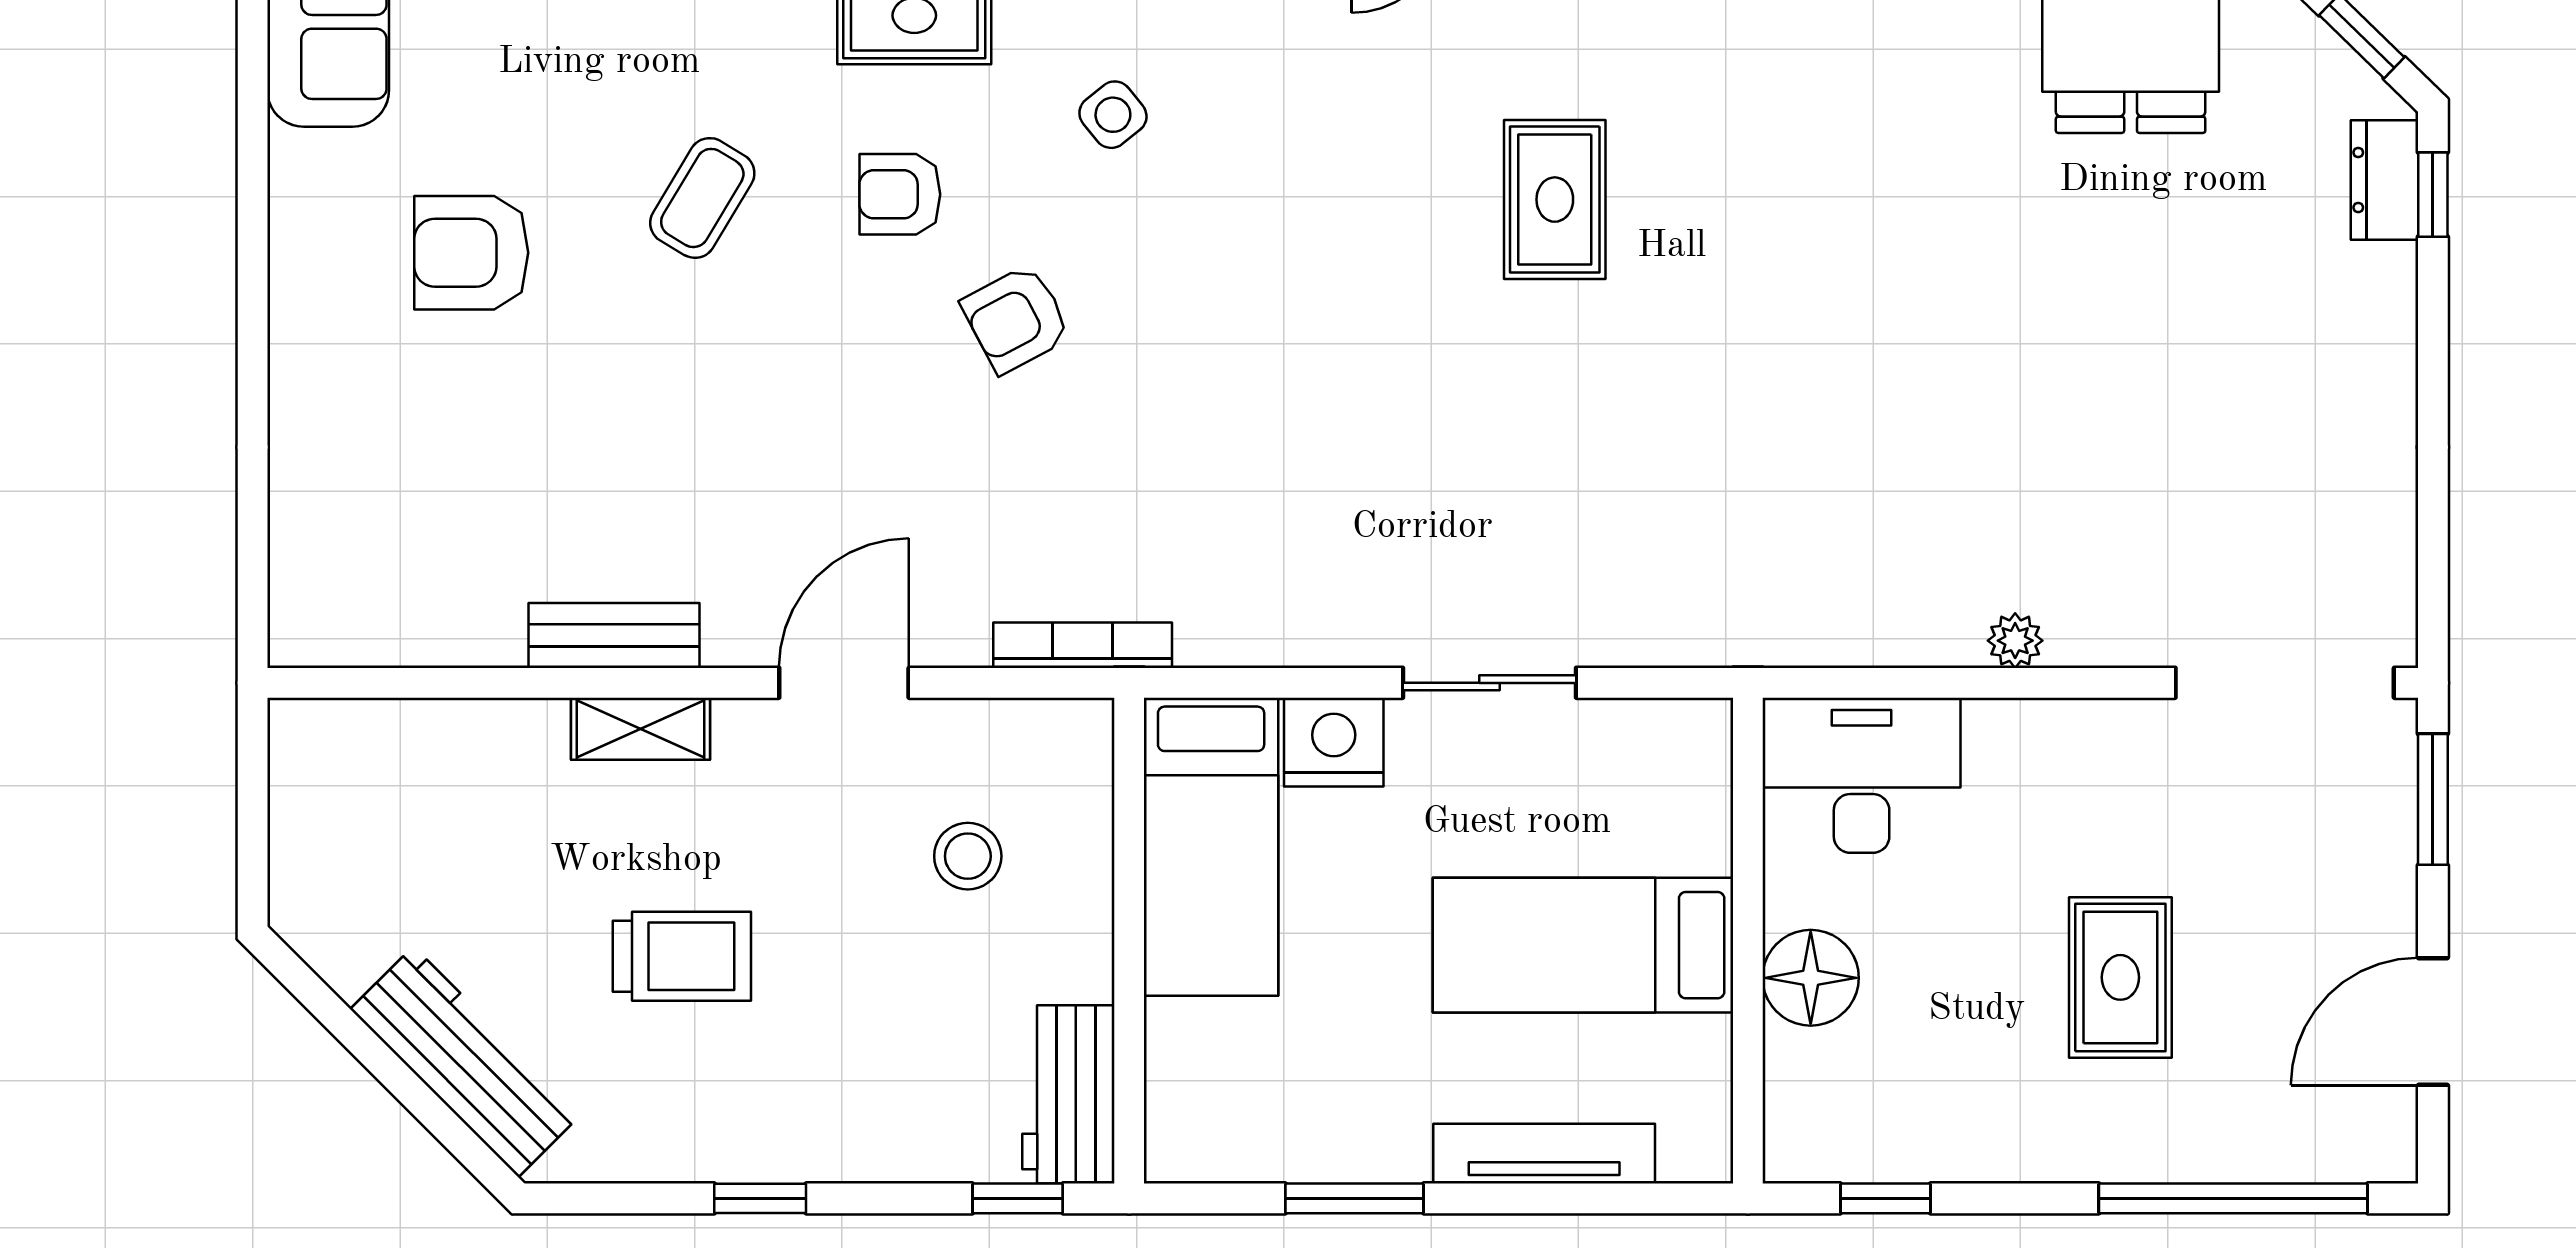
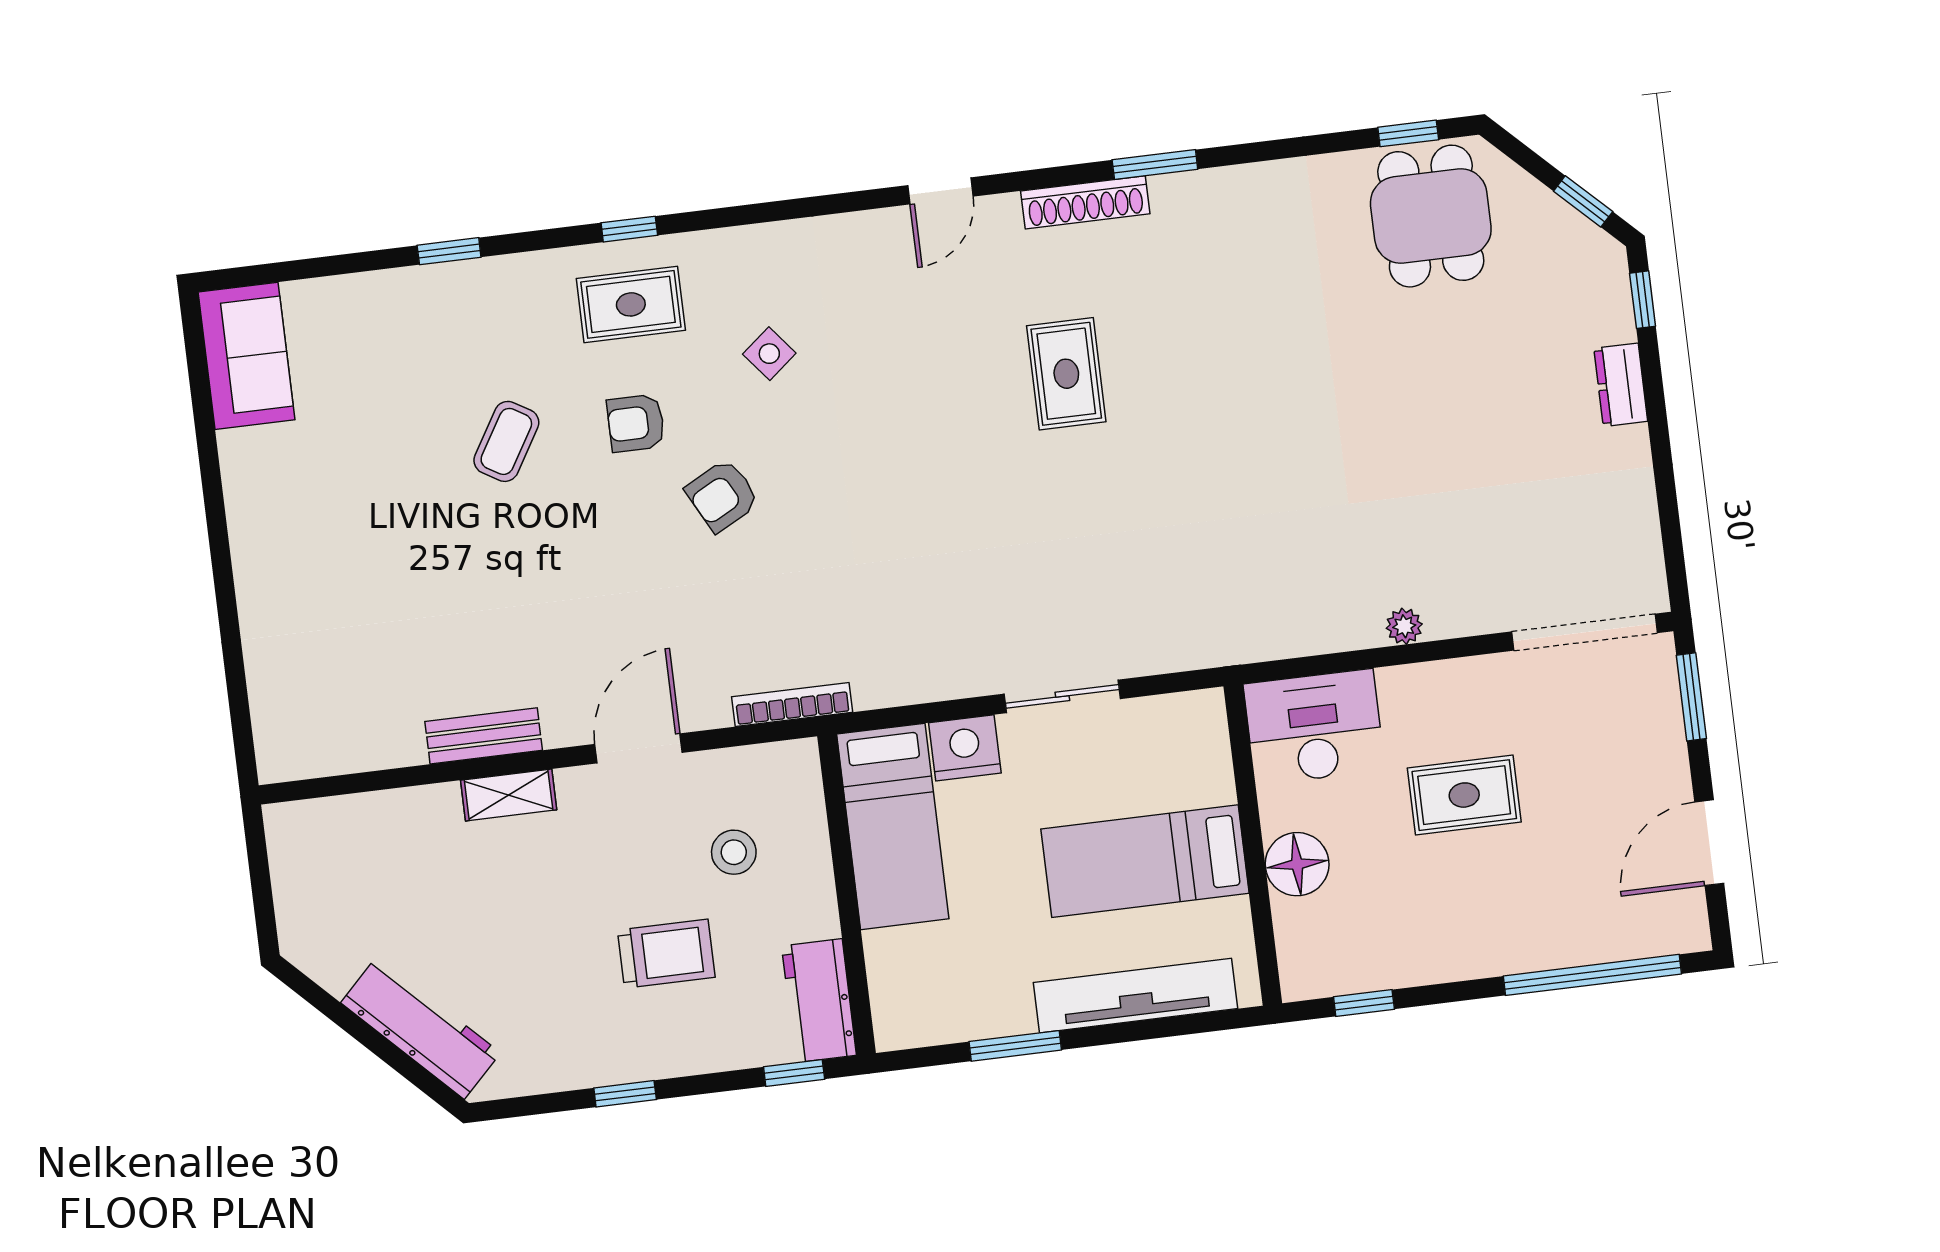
dresser: (2384, 180) -> (1621, 385), moved
armchair: (471, 253) -> (359, 496), removed
trolley: (682, 956) -> (666, 954), moved
rug: (2120, 977) -> (1464, 795), moved, turned 90
tv unit: (1544, 1154) -> (1136, 996), width x1.36, depth x1.29

